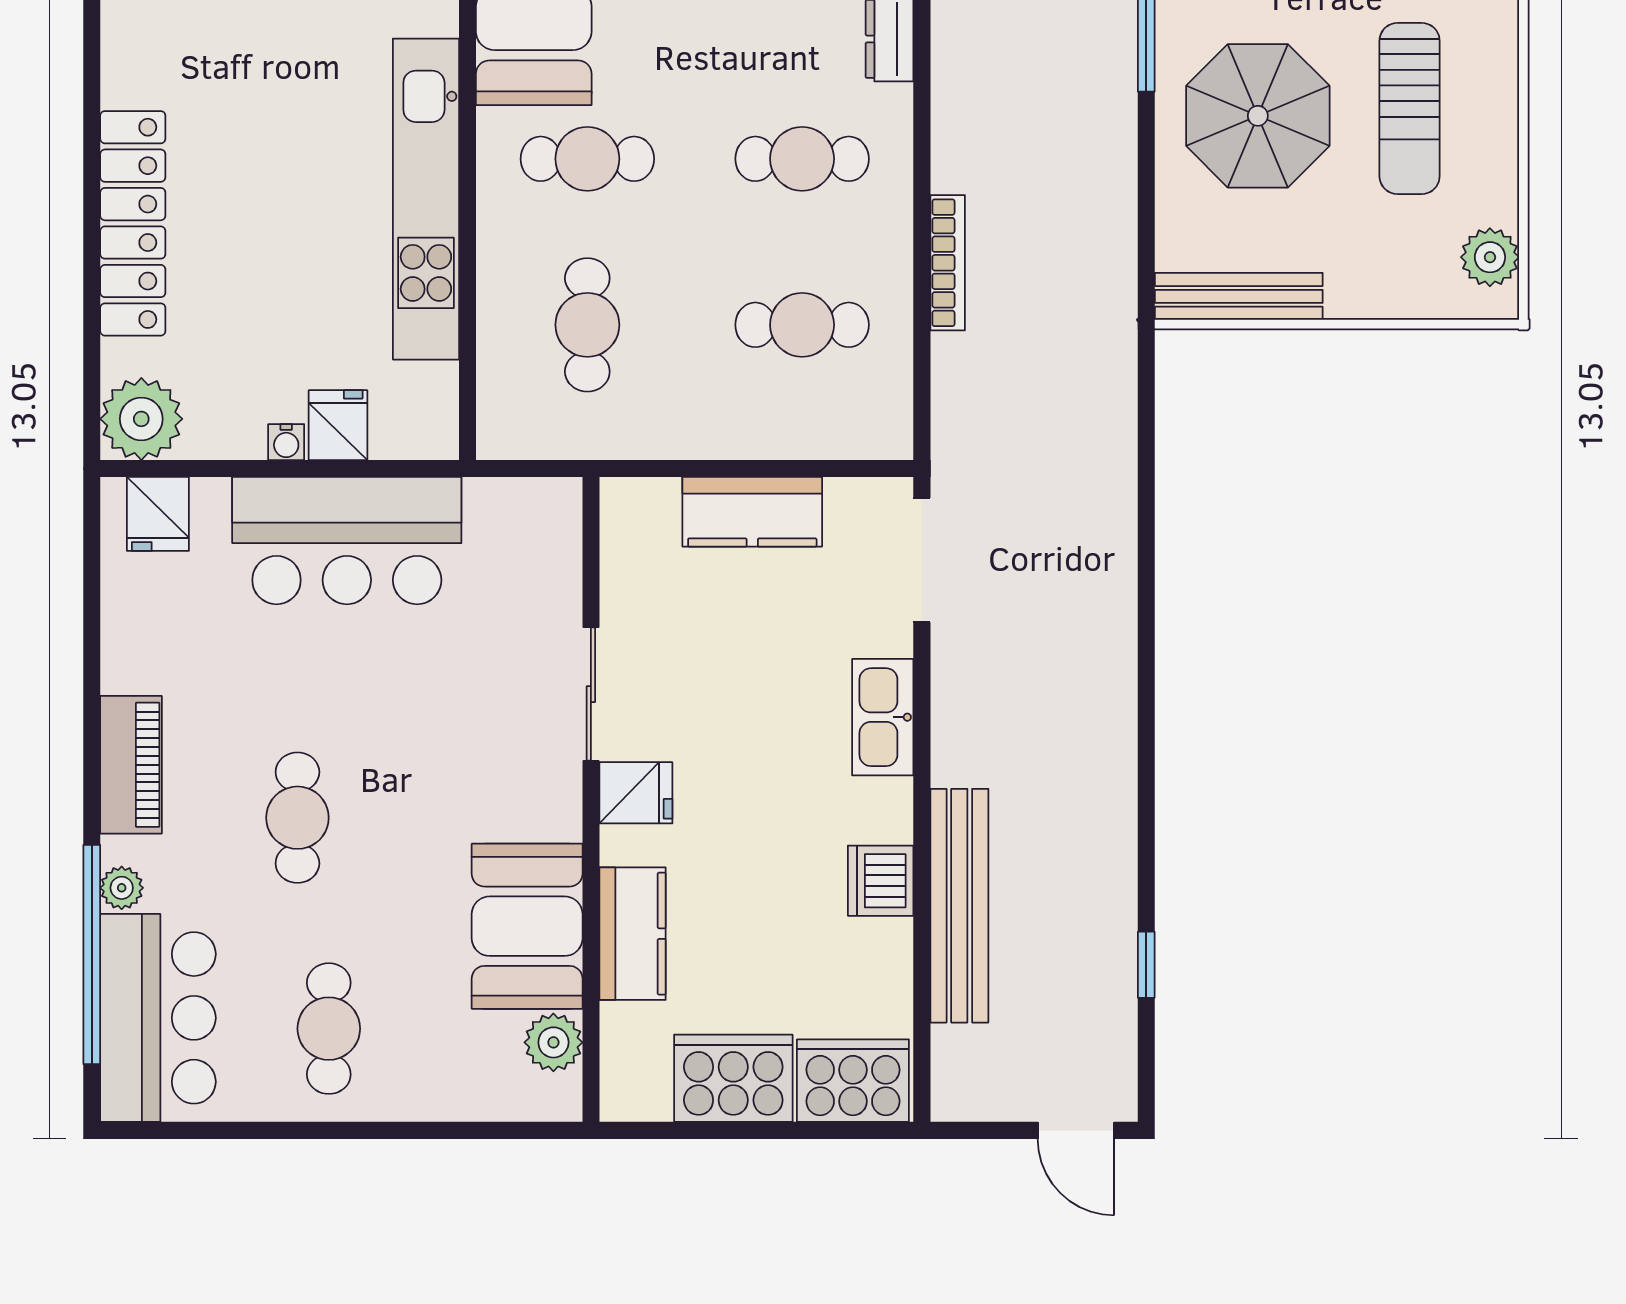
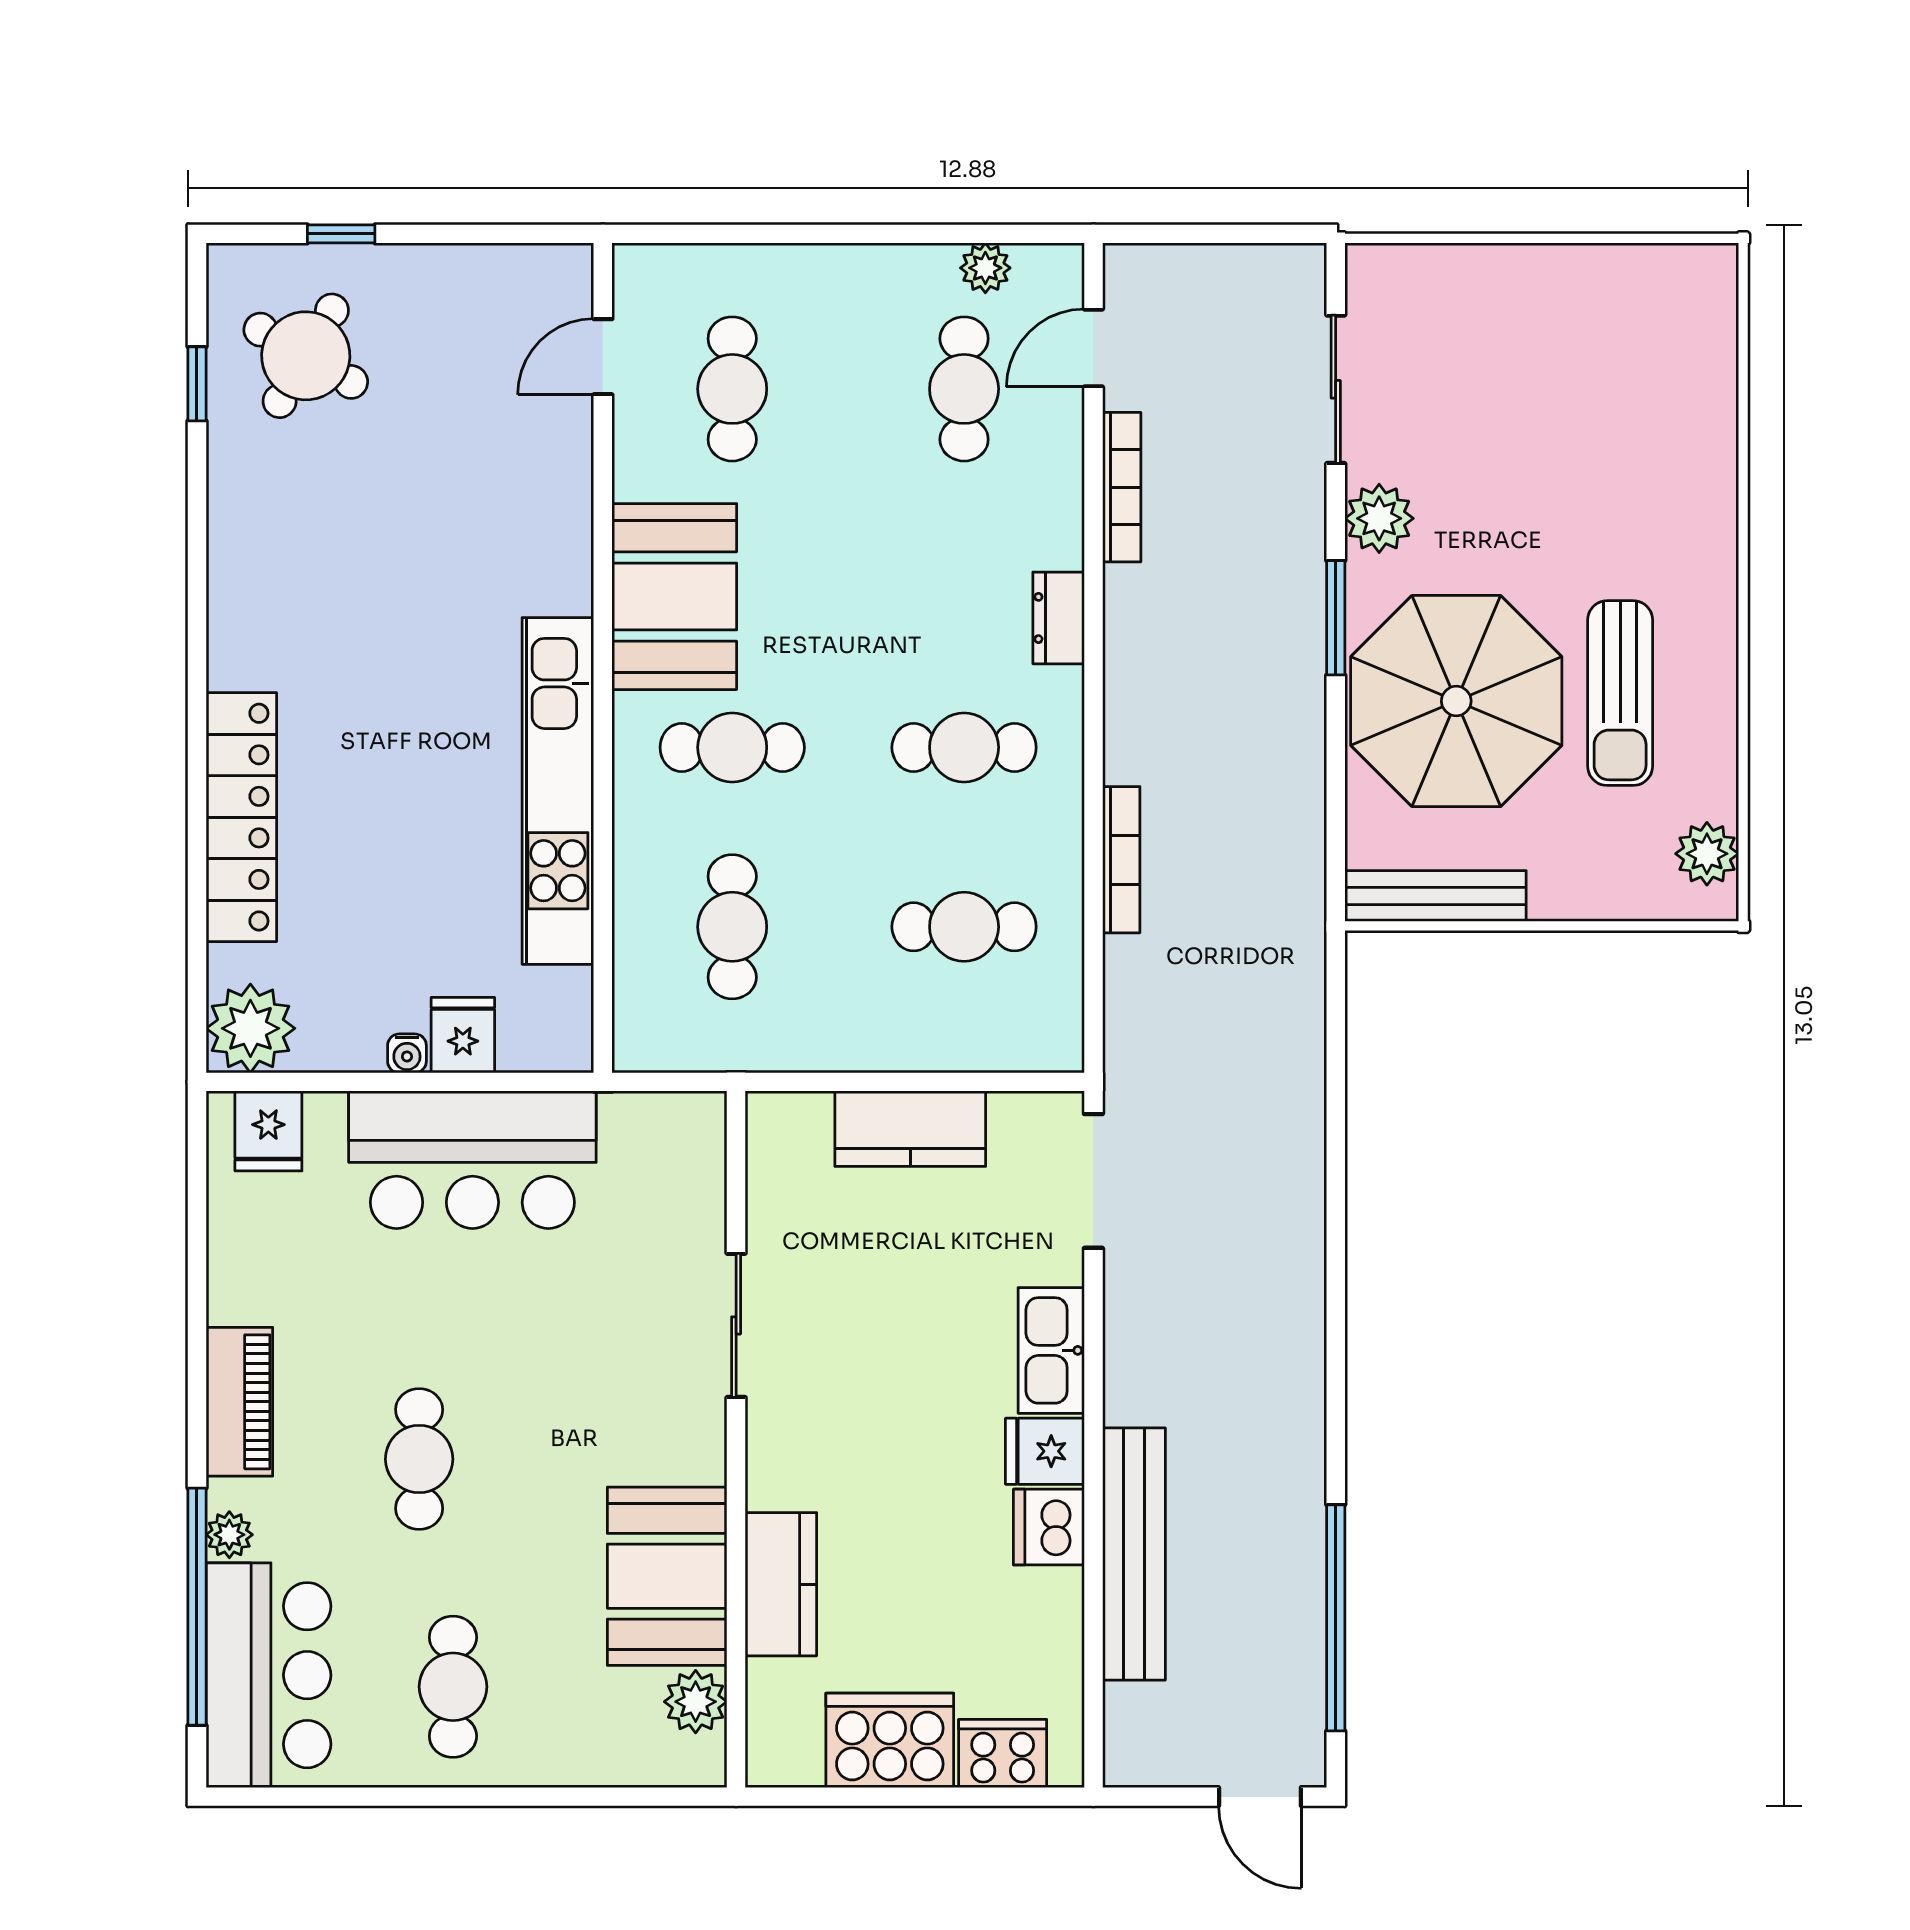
parasol: (1258, 116) -> (1456, 701), width x1.36, depth x1.36
fridge: (636, 793) -> (1045, 1451), moved, turned 180
window: (1146, 965) -> (1336, 1618), width x3.17
cooker: (853, 1081) -> (1003, 1753), width x0.73, depth x0.76

